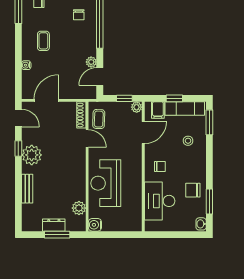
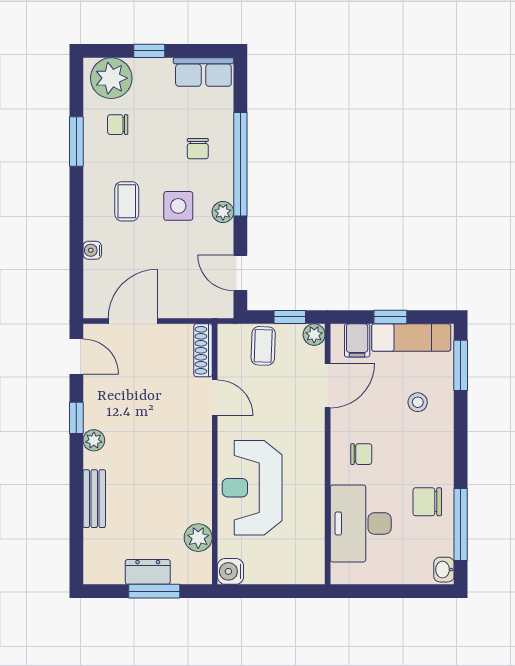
side table: (69, 43) -> (178, 206), added
plant: (91, 62) -> (223, 212), moved
door: (100, 76) -> (240, 273), hinge flipped
coffee table: (99, 119) -> (263, 346), moved
plant: (32, 155) -> (94, 440), width x0.53, depth x0.53
window: (209, 201) -> (461, 524), width x1.44

